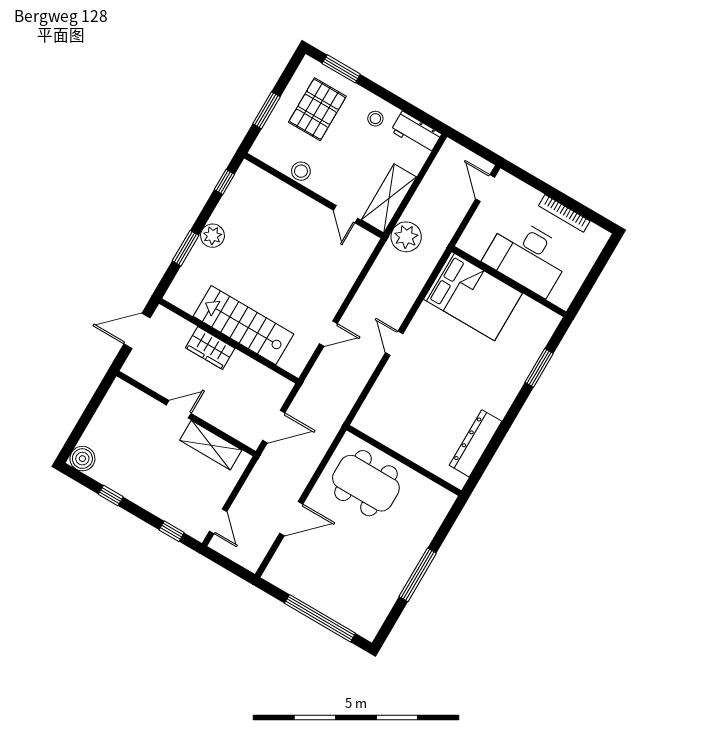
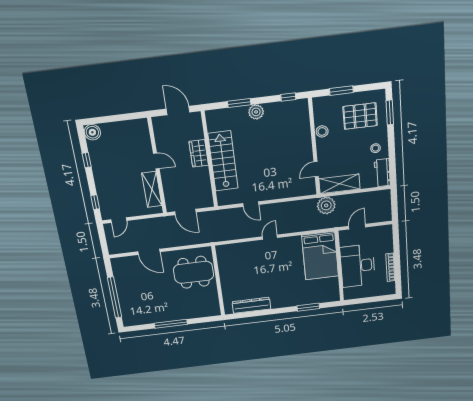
door: (485, 188) -> (357, 227), moved
dining table: (366, 483) -> (194, 272), turned 90

